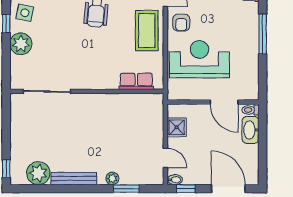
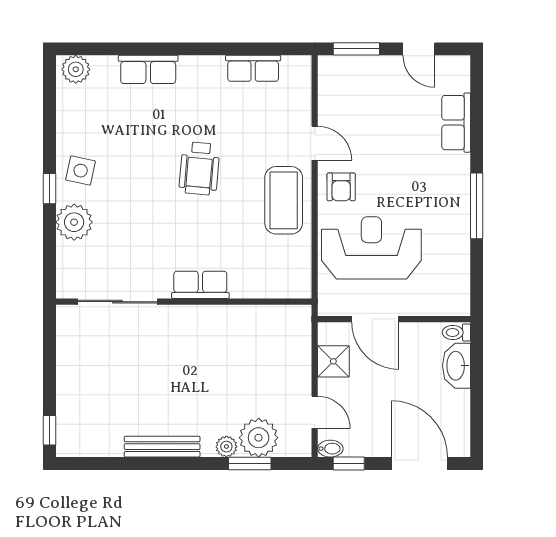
row of seats: (136, 81) -> (200, 285), moved
door: (224, 102) -> (375, 319), moved
plant: (38, 173) -> (259, 438), moved

